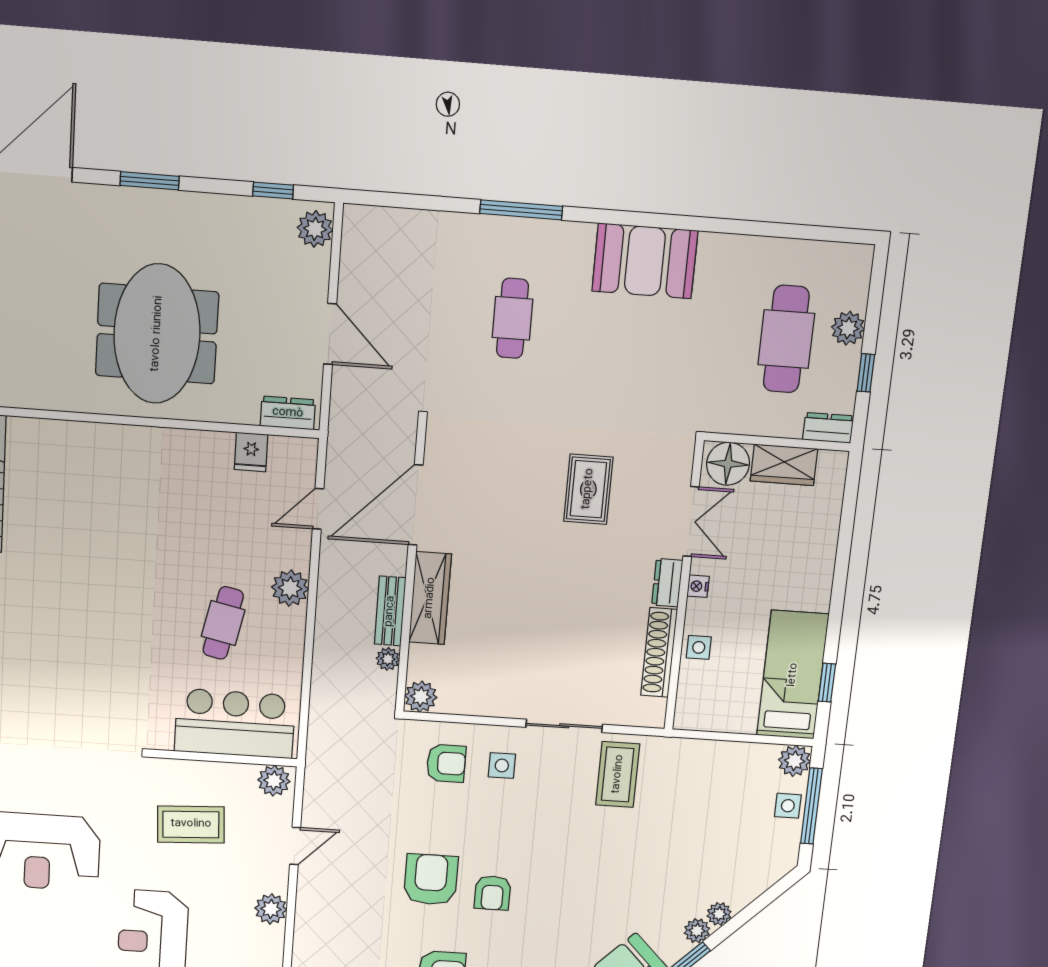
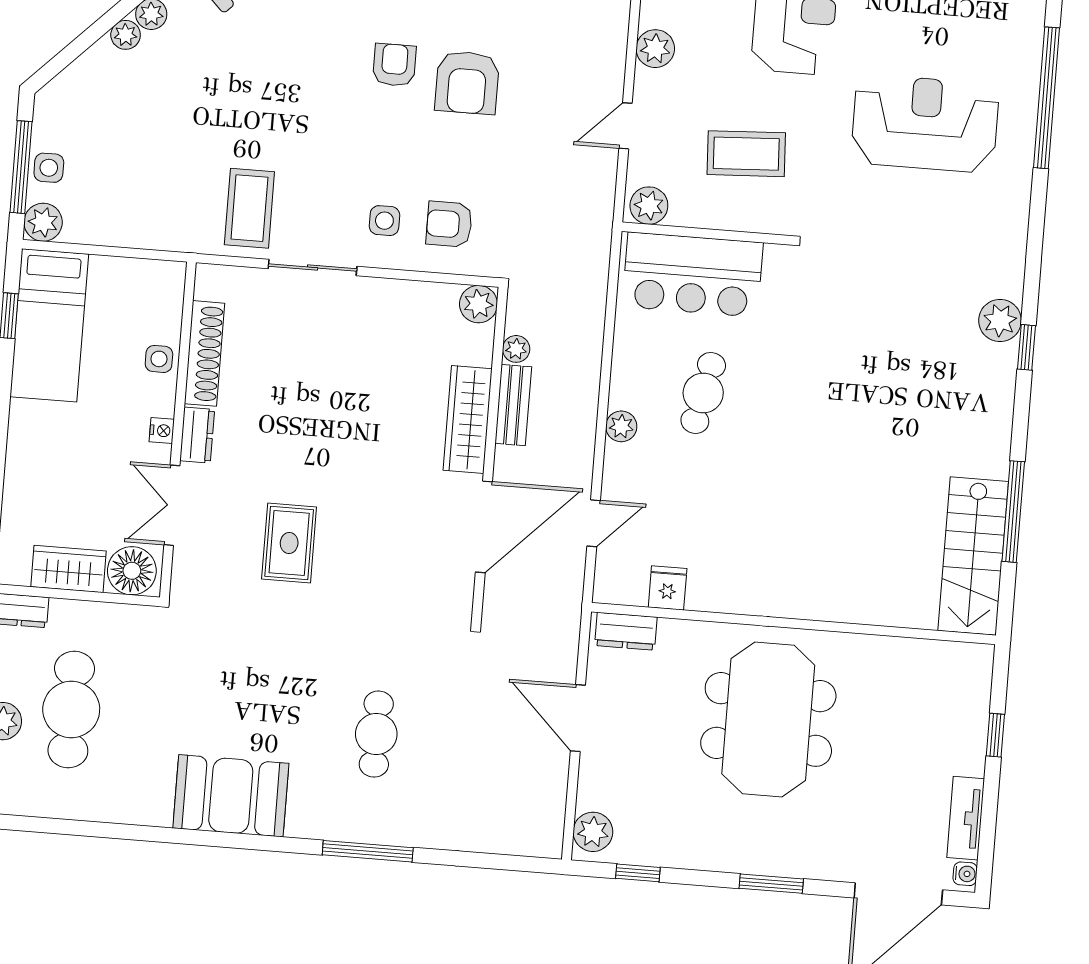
plant: (290, 588) -> (621, 426), width x0.73, depth x0.73

